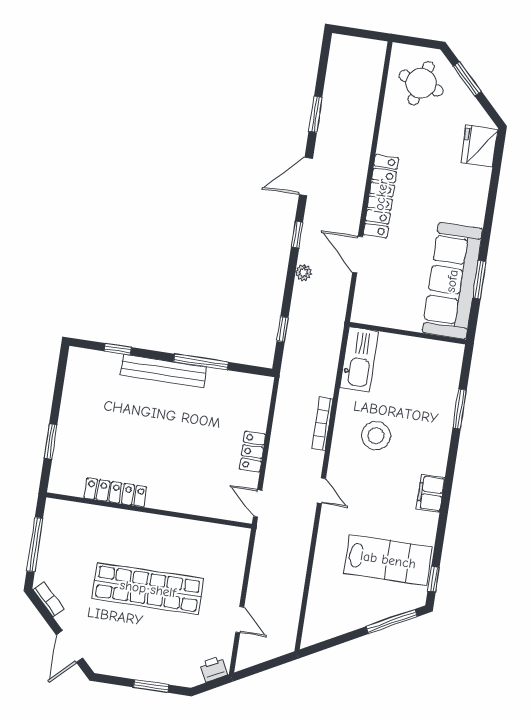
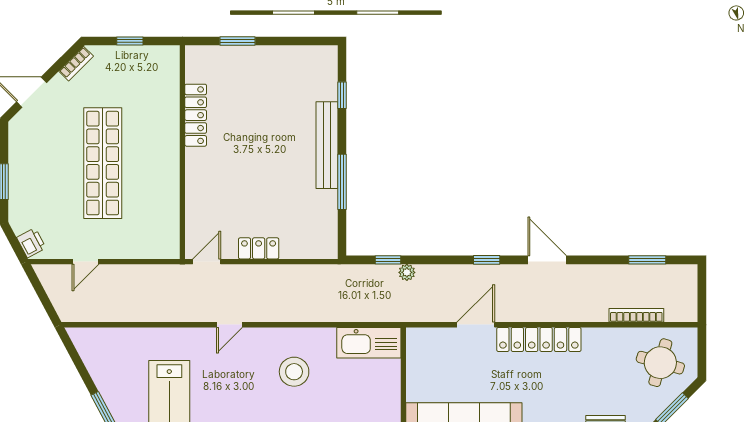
window: (315, 114) -> (647, 260), moved
plant: (303, 273) -> (407, 272), moved
bookcase: (322, 424) -> (636, 315), moved
window: (35, 545) -> (130, 41), width x0.46

